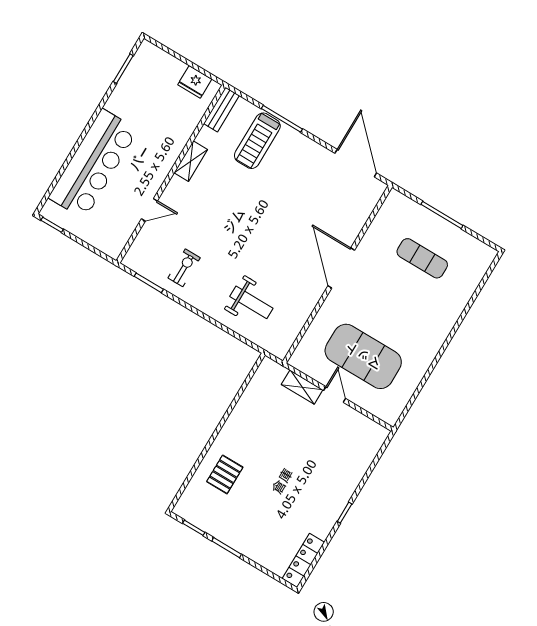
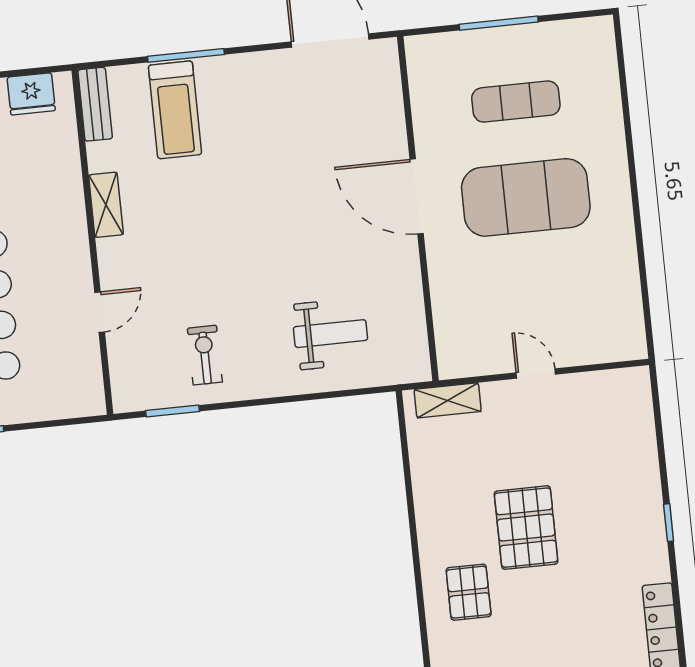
exercise mat: (363, 356) -> (526, 197), moved
shelving: (302, 387) -> (448, 400), moved
pallet: (275, 464) -> (526, 528), added

